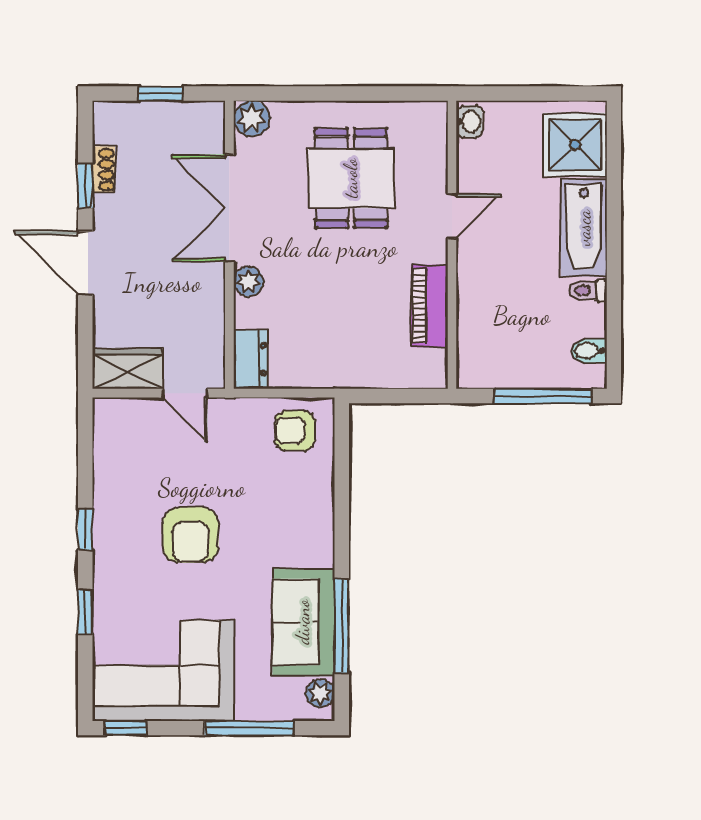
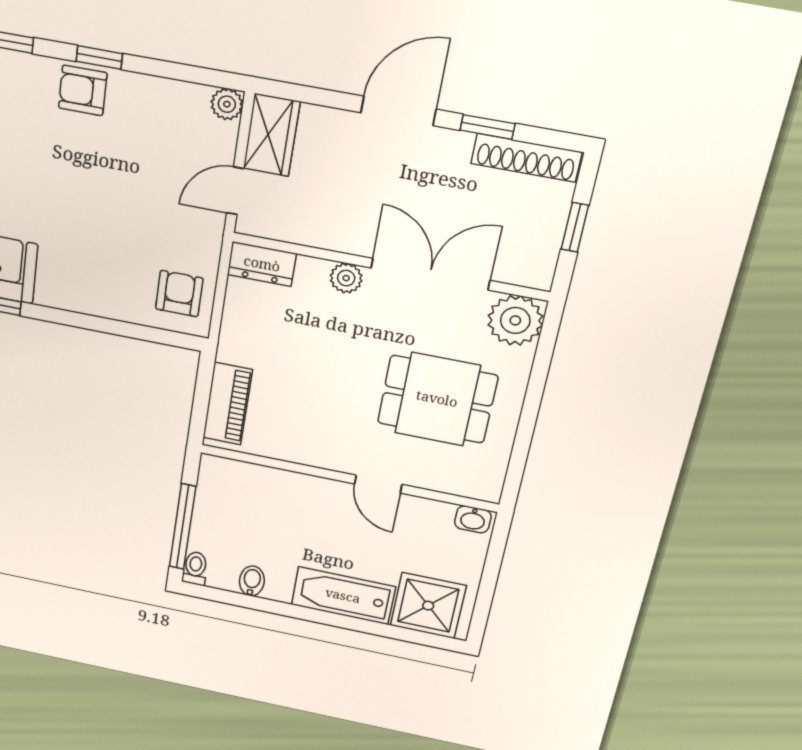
plant: (252, 119) -> (515, 320), width x1.36, depth x1.36
shoe rack: (104, 170) -> (526, 158), width x1.94, depth x1.24
toilet: (588, 291) -> (195, 568), moved
piano: (429, 306) -> (228, 404), moved, turned 90
bidet: (589, 351) -> (252, 581), moved
plant: (107, 412) -> (227, 104), added
armchair: (190, 535) -> (83, 90), moved, width x0.72, depth x0.72

